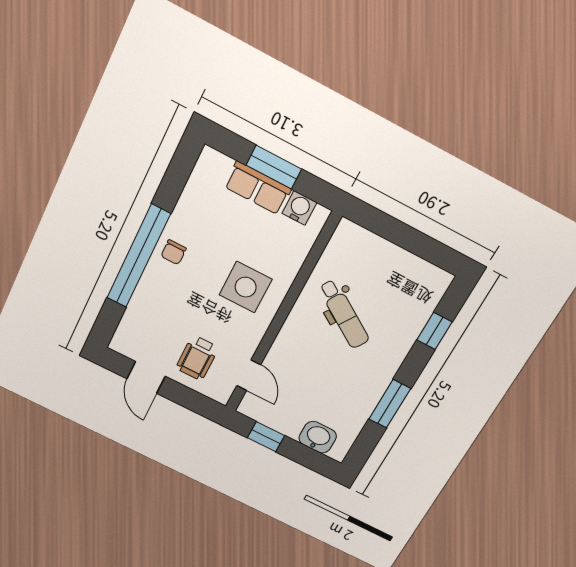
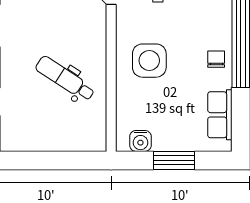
row of seats: (258, 188) -> (220, 115), moved, turned -90

